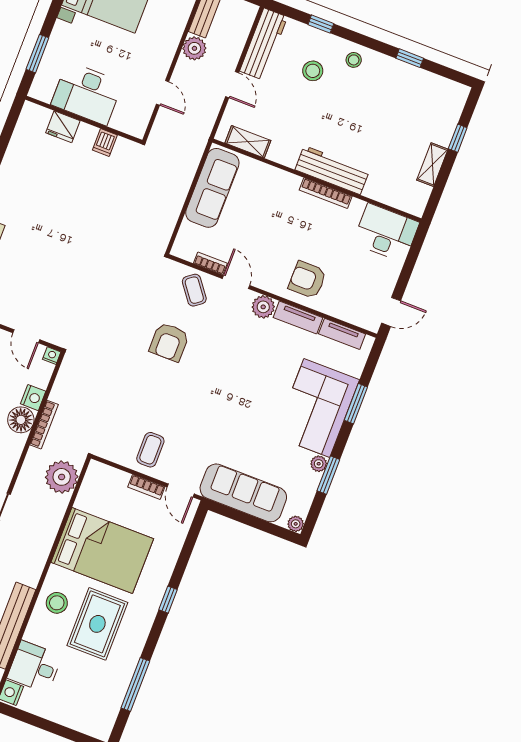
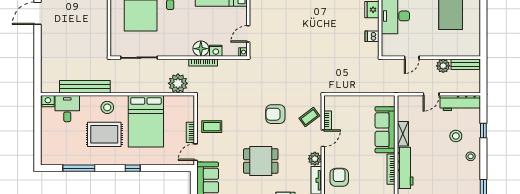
shelving: (248, 142) -> (403, 134), moved
sofa: (212, 188) -> (385, 130), moved, turned 90
dining table: (234, 393) -> (261, 161), added

